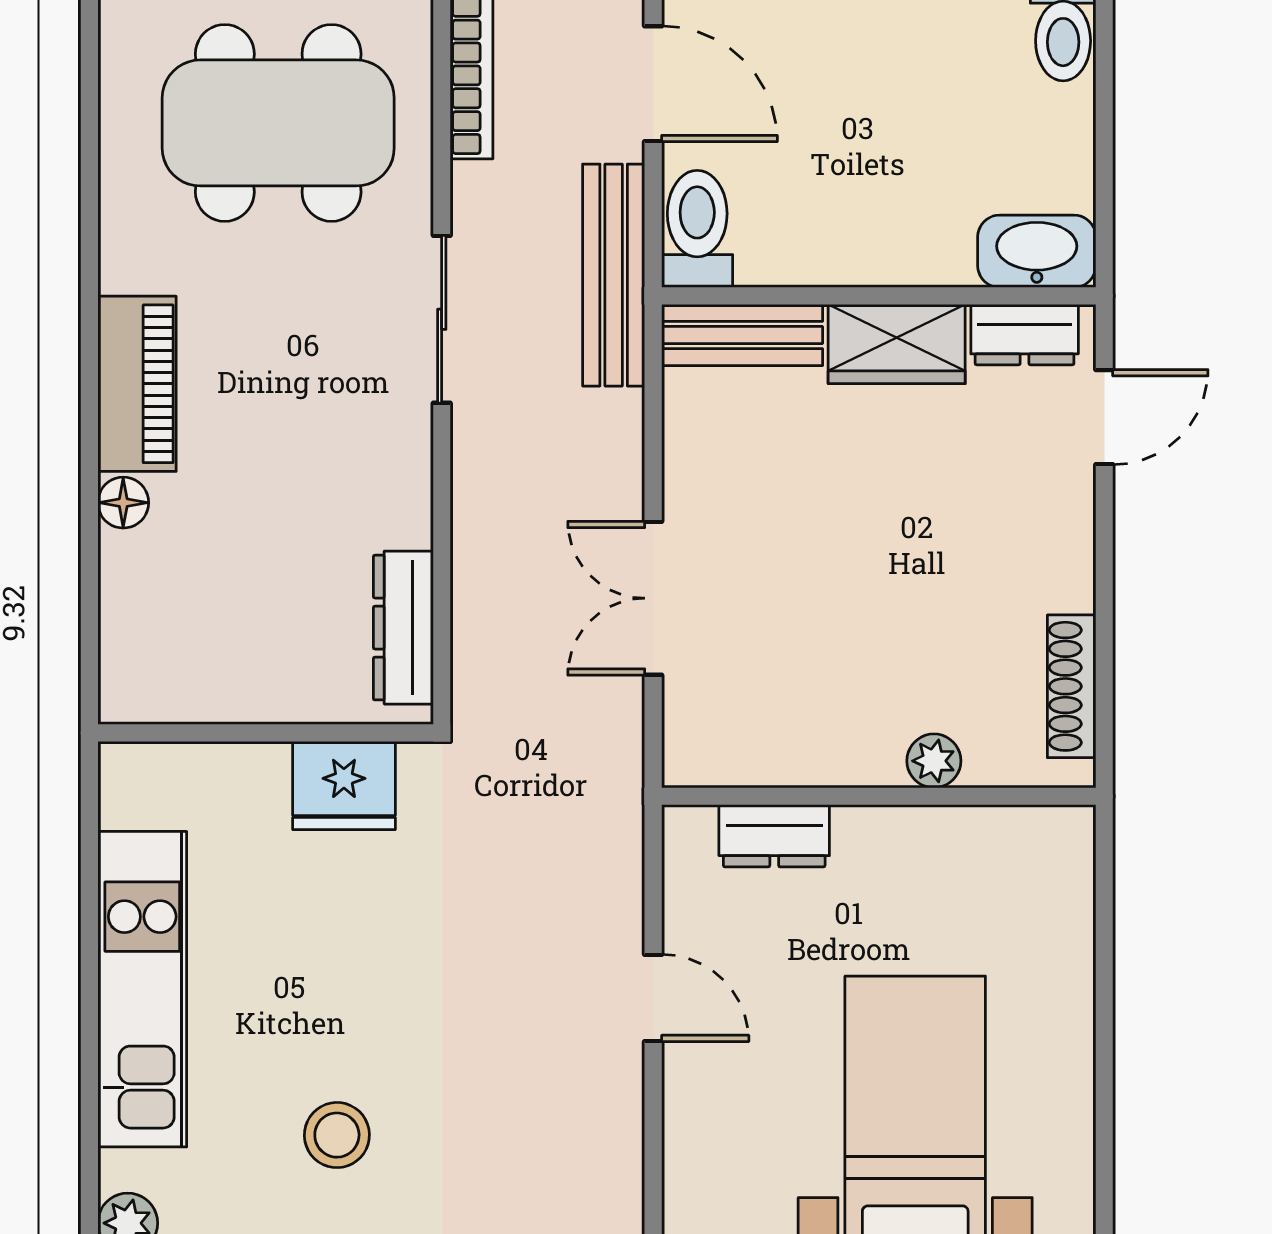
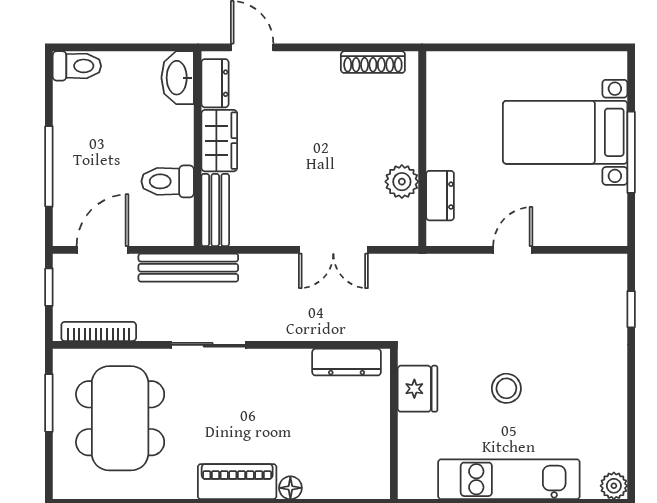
toilet: (697, 229) -> (168, 181), moved
plant: (934, 761) -> (402, 182), moved, width x1.38, depth x1.38
stool: (337, 1135) -> (506, 388), moved

